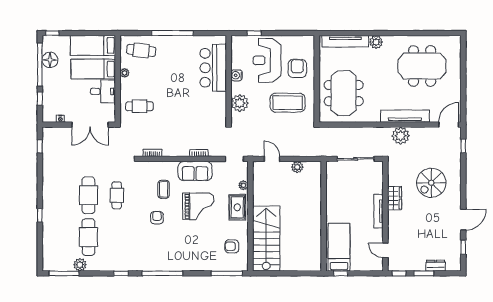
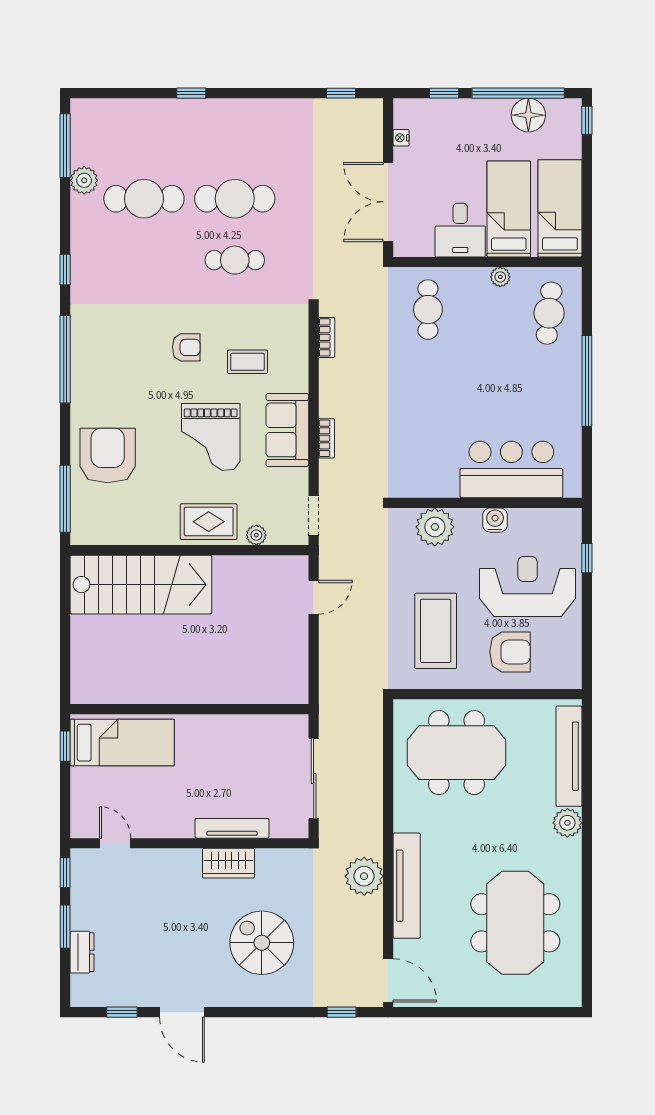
plant: (297, 167) -> (296, 652), removed
tv unit: (379, 211) -> (232, 828), moved
armchair: (232, 246) -> (108, 455), moved, width x1.88, depth x1.88
door: (385, 250) -> (115, 843), hinge flipped

